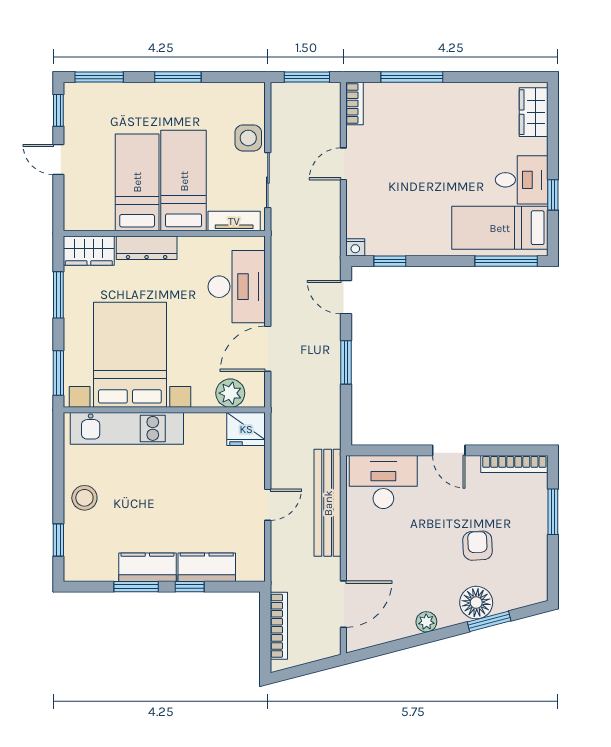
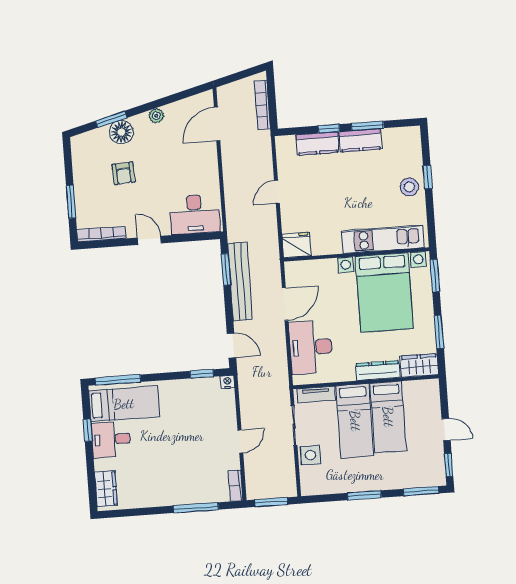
window: (346, 362) -> (226, 269), moved
plant: (230, 393) -> (310, 270), removed
bench: (328, 503) -> (240, 281), moved
window: (58, 540) -> (428, 177), moved

